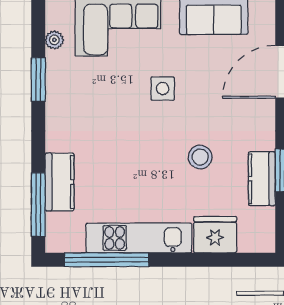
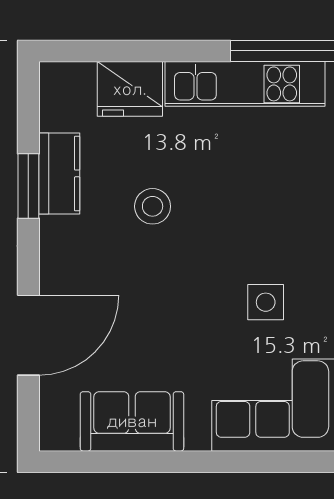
side table: (163, 89) -> (266, 302), moved

